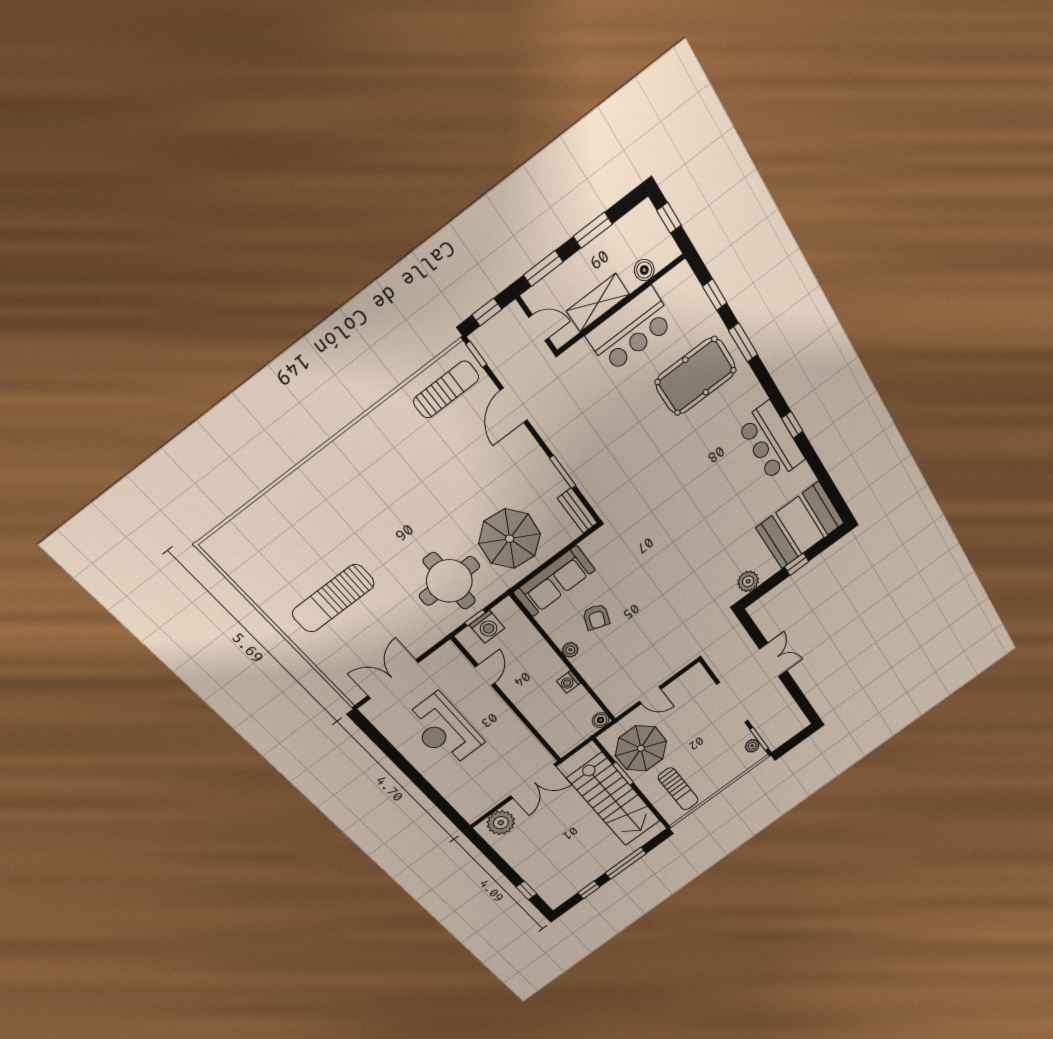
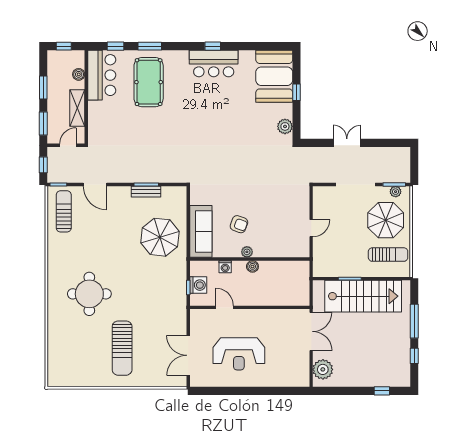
bar counter: (631, 330) -> (102, 75), moved
bench: (577, 511) -> (146, 192), moved
round table: (449, 581) -> (89, 294), moved
washing machine: (569, 682) -> (225, 267), moved
boiler: (601, 720) -> (252, 266), moved
parasol: (641, 748) -> (386, 220), moved

